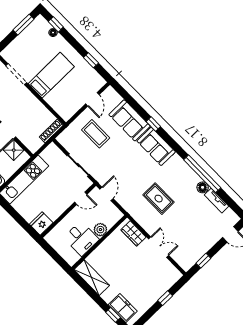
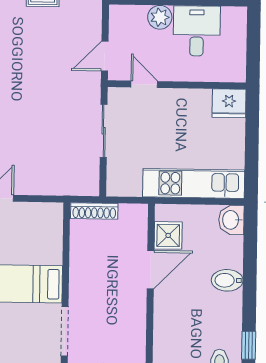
coffee table: (96, 134) -> (40, 149), removed

